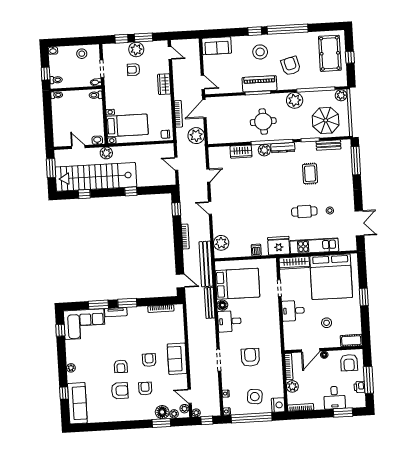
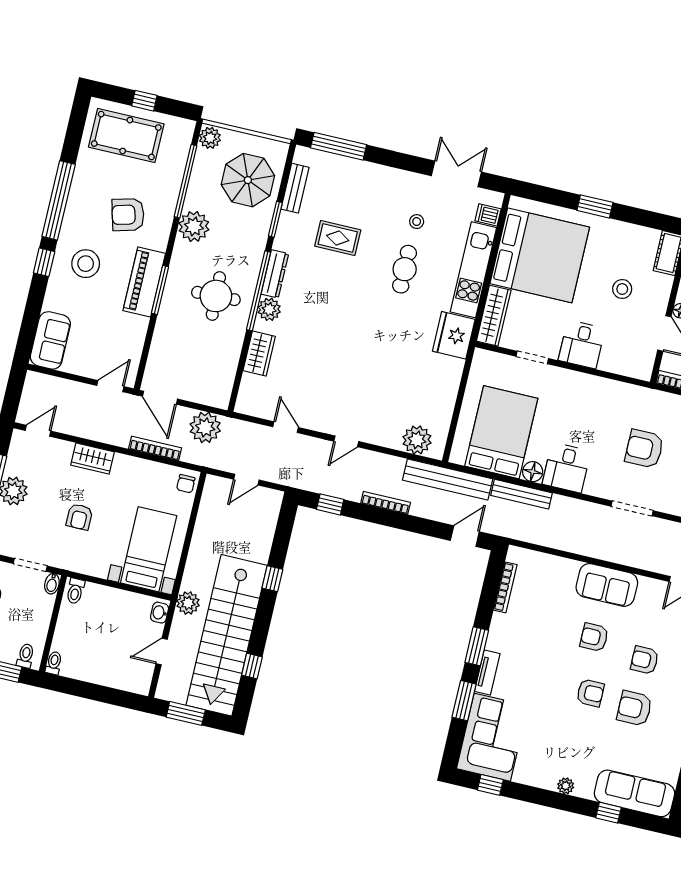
armchair: (134, 70) -> (79, 517), moved
dishwasher: (256, 250) -> (488, 215), moved
armchair: (120, 391) -> (634, 708), turned -90

